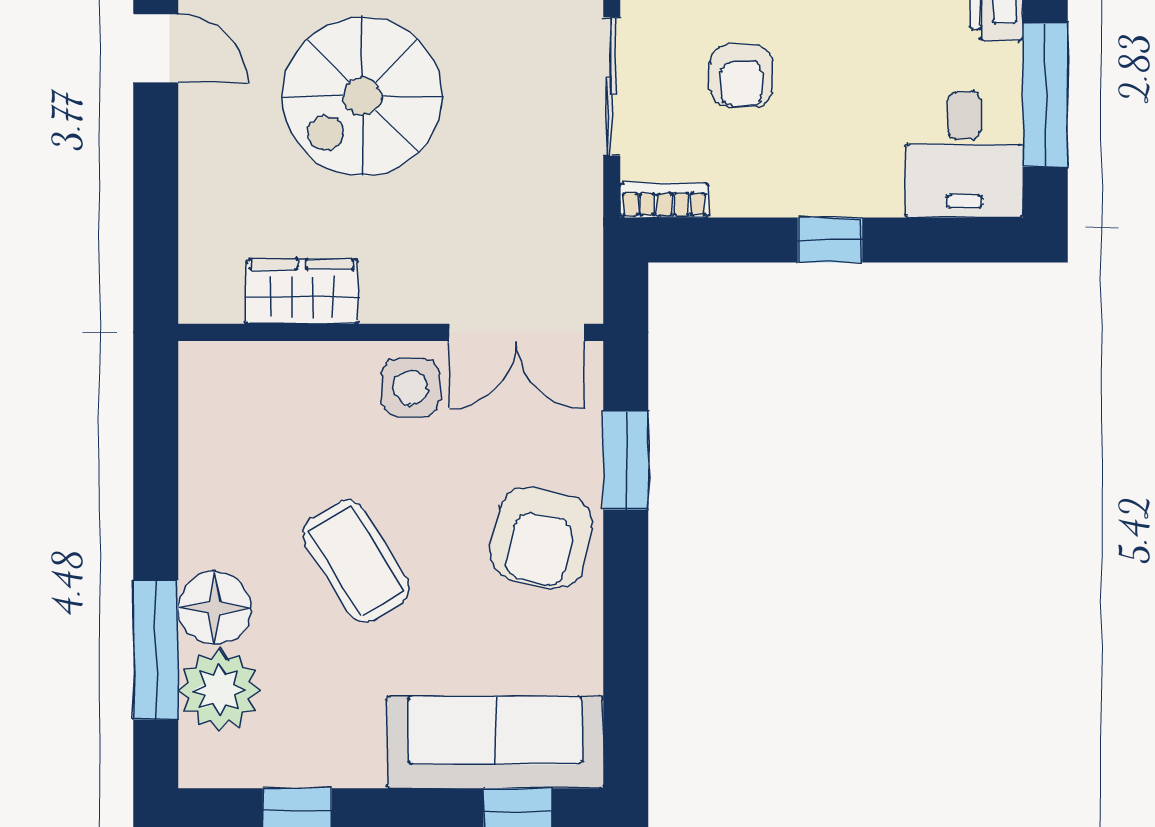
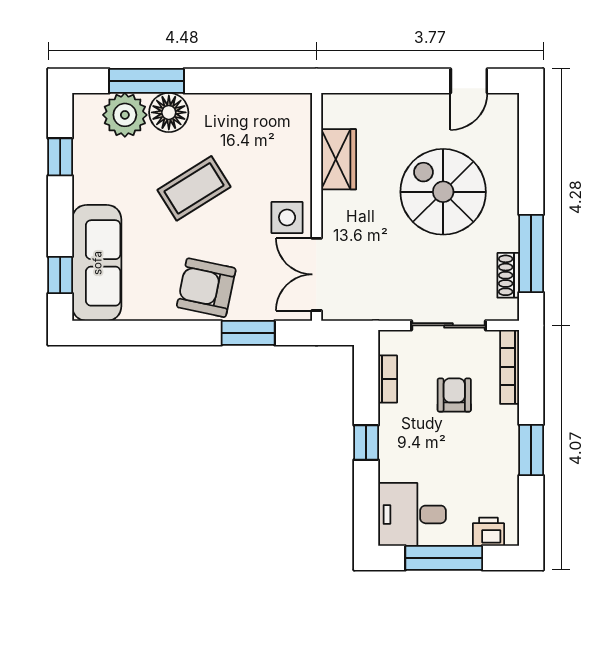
armchair: (742, 76) -> (454, 395), turned 90
bookcase: (664, 200) -> (388, 379), moved

